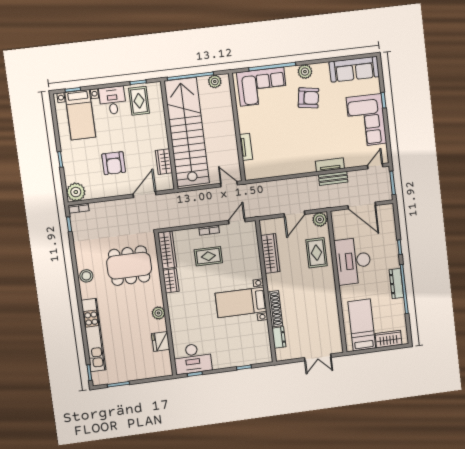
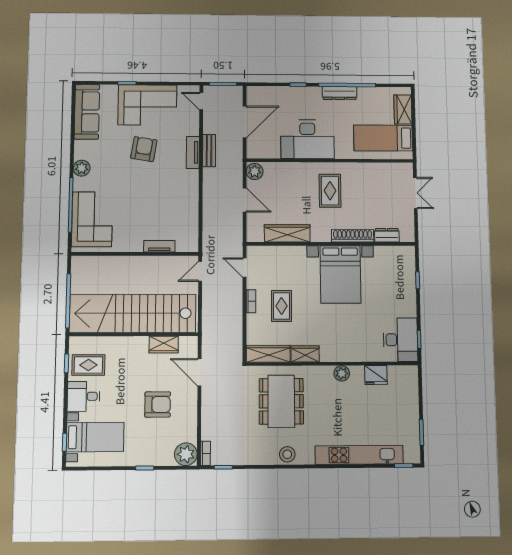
plant: (215, 81) -> (78, 273), removed
armchair: (308, 98) -> (144, 149), moved
rug: (316, 253) -> (330, 191), moved, turned 90
bed with nightstands: (241, 302) -> (340, 274), width x1.36

